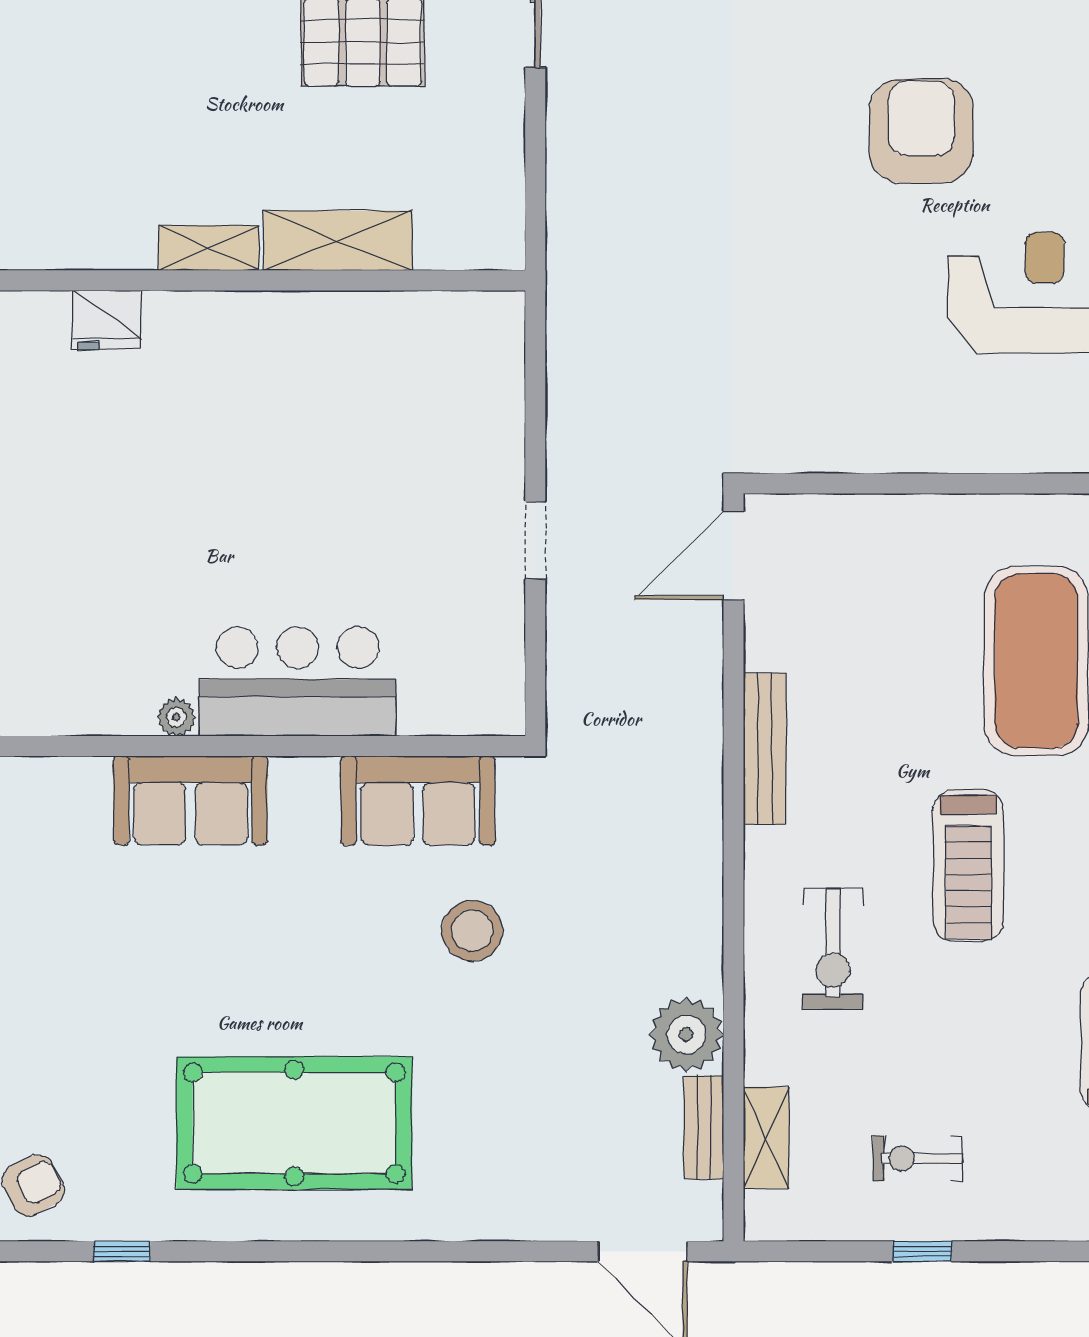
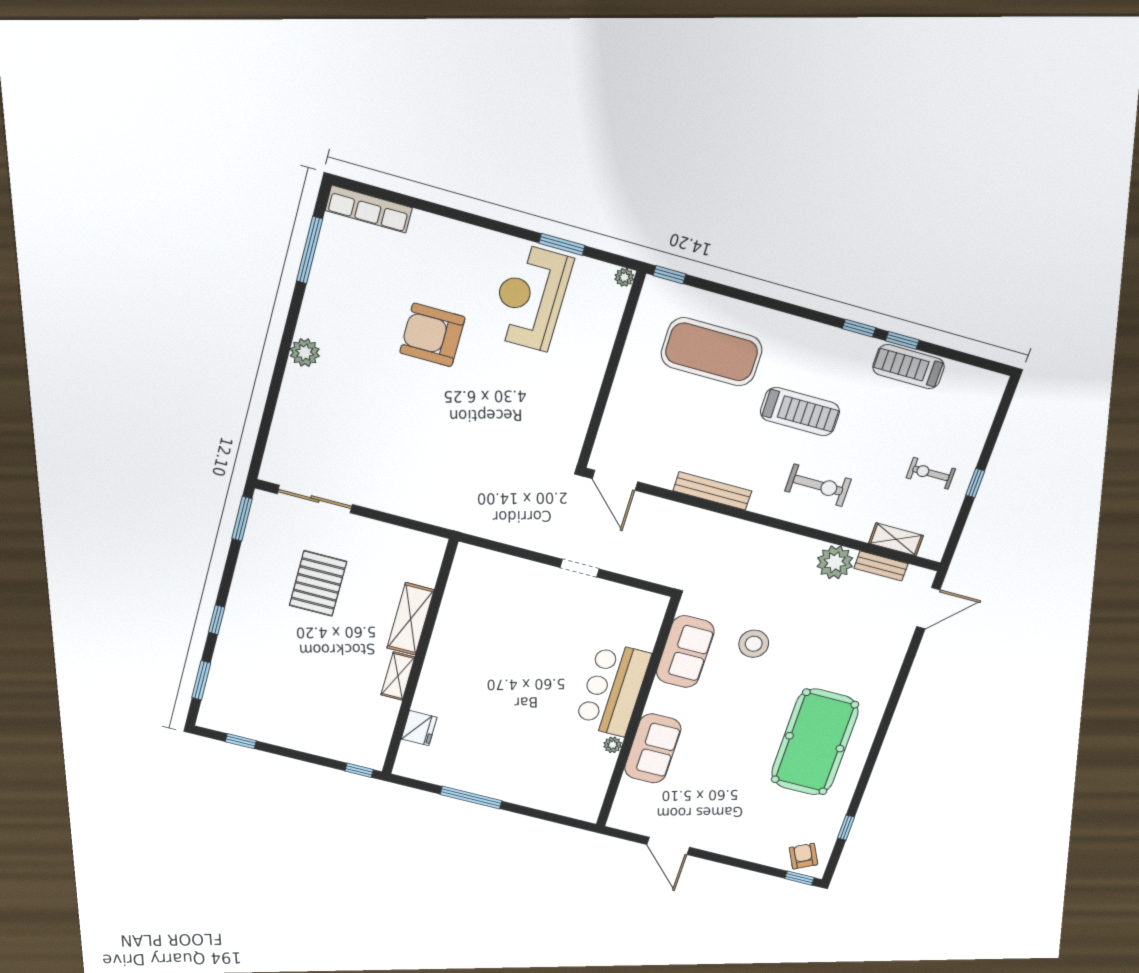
exercise bike: (918, 1159) -> (931, 473), turned 90

